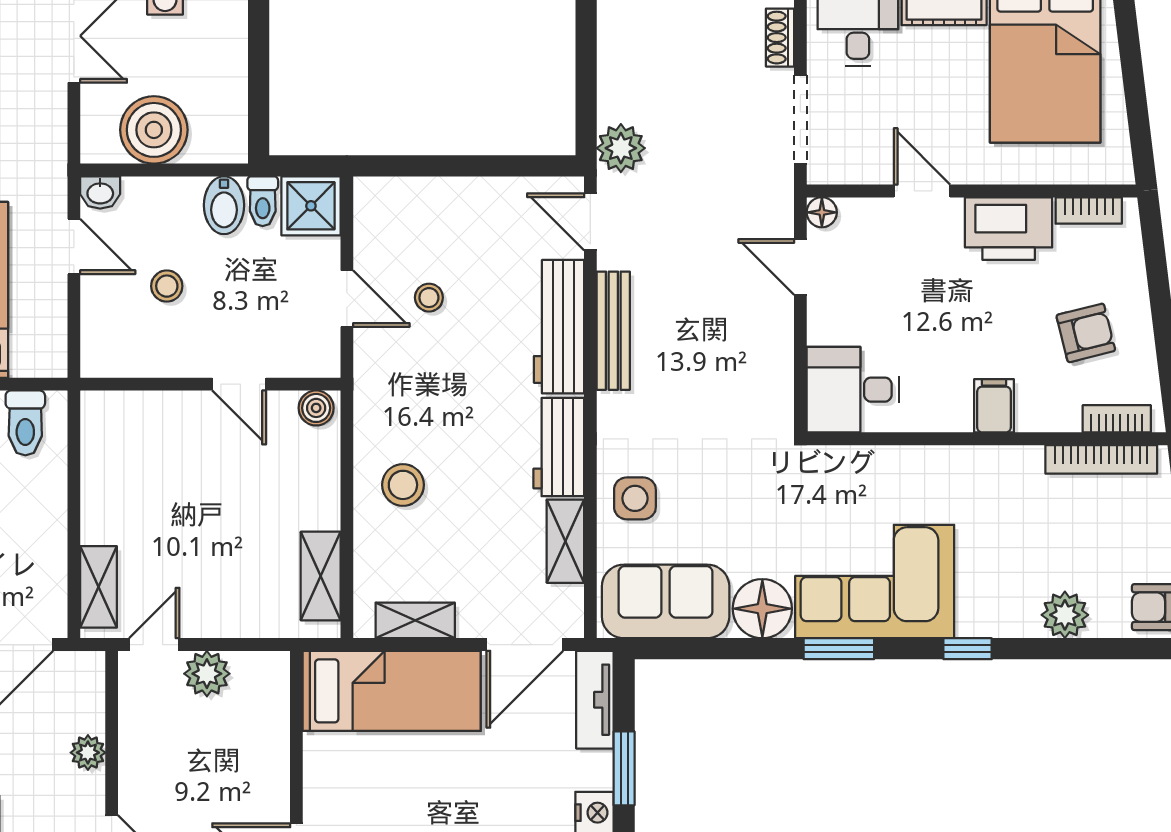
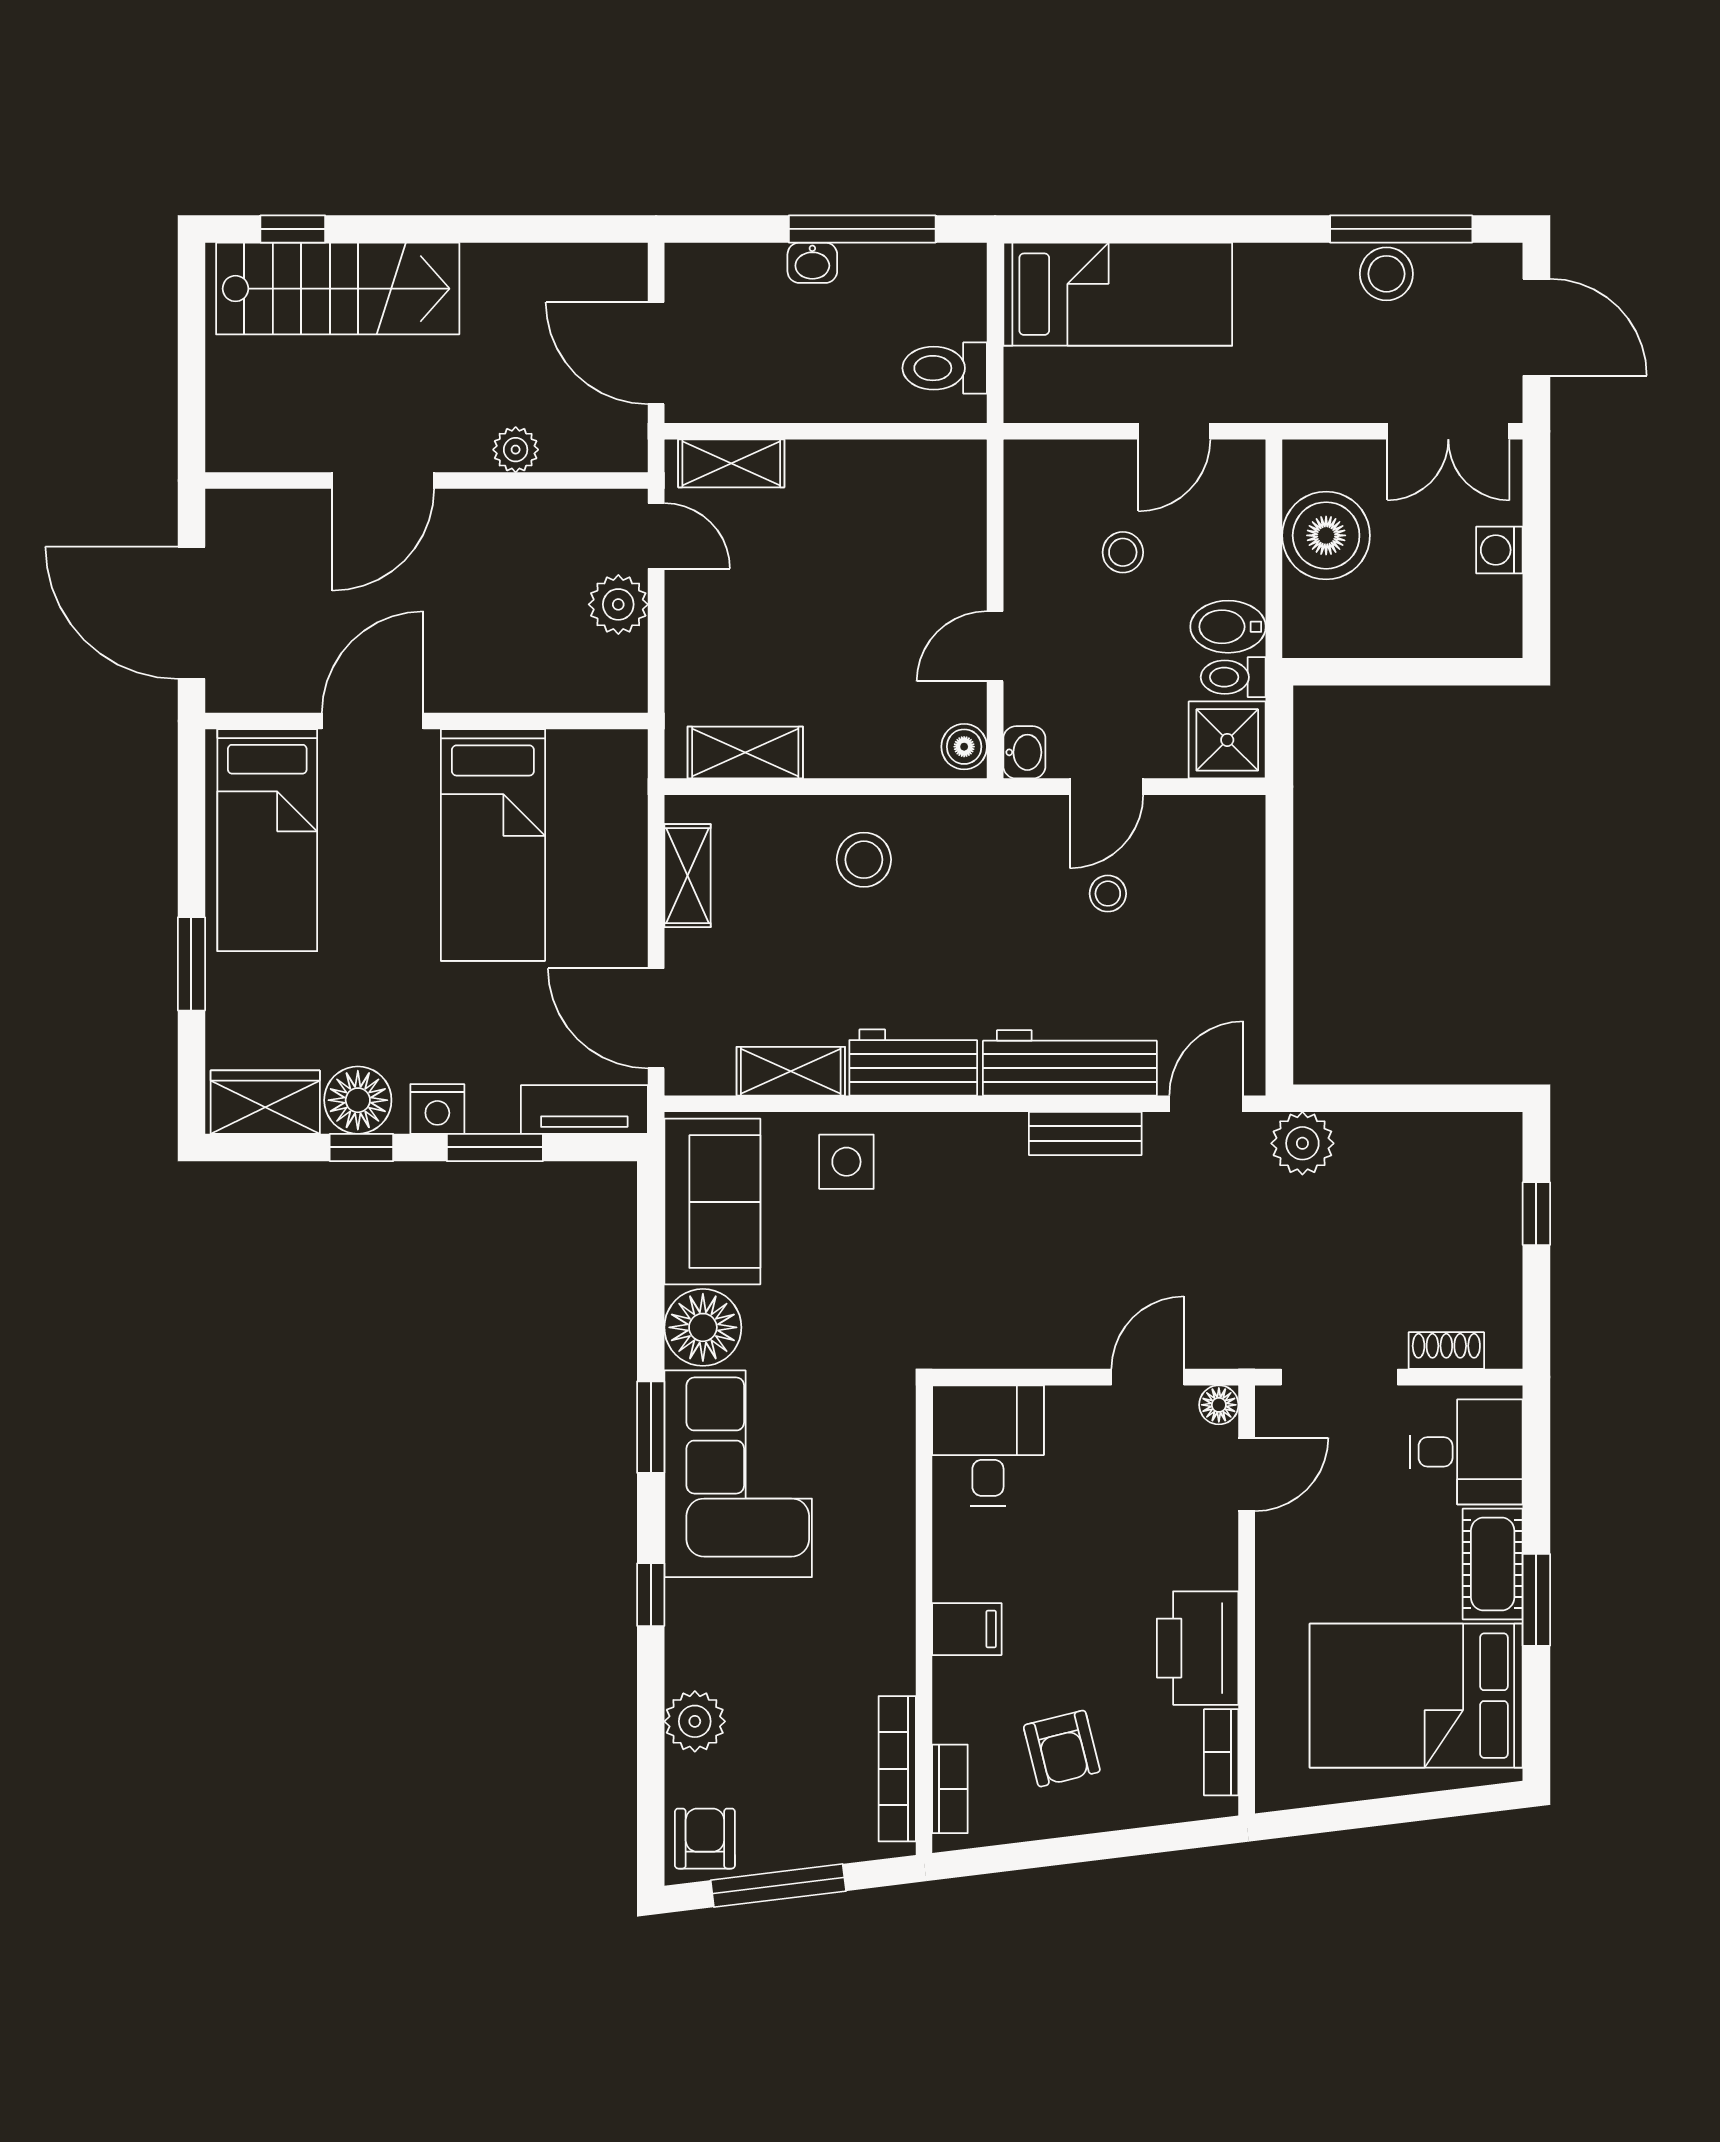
door: (922, 191) -> (1247, 1474), moved
washbasin: (100, 192) -> (1024, 752), moved, turned 180
bench: (613, 331) -> (1085, 1133), width x0.73
bed: (392, 691) -> (493, 845), moved

